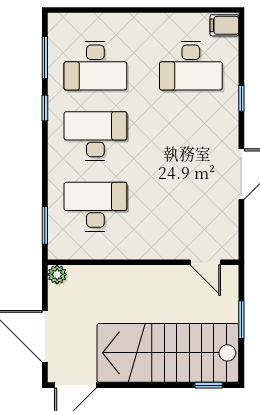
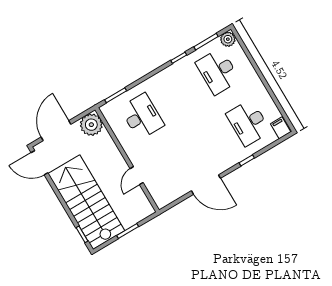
plant: (59, 25) -> (228, 39), added
desk: (95, 136) -> (180, 94), removed
door: (205, 262) -> (137, 176), moved
plant: (57, 274) -> (91, 125), width x1.87, depth x1.87

